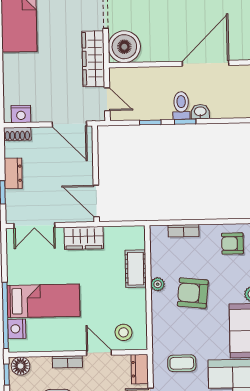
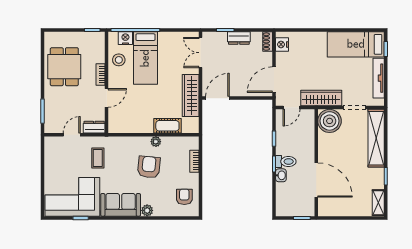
wardrobe: (84, 238) -> (191, 95), width x1.50
stool: (123, 332) -> (119, 60), moved
floor lamp: (21, 366) -> (98, 40), removed

